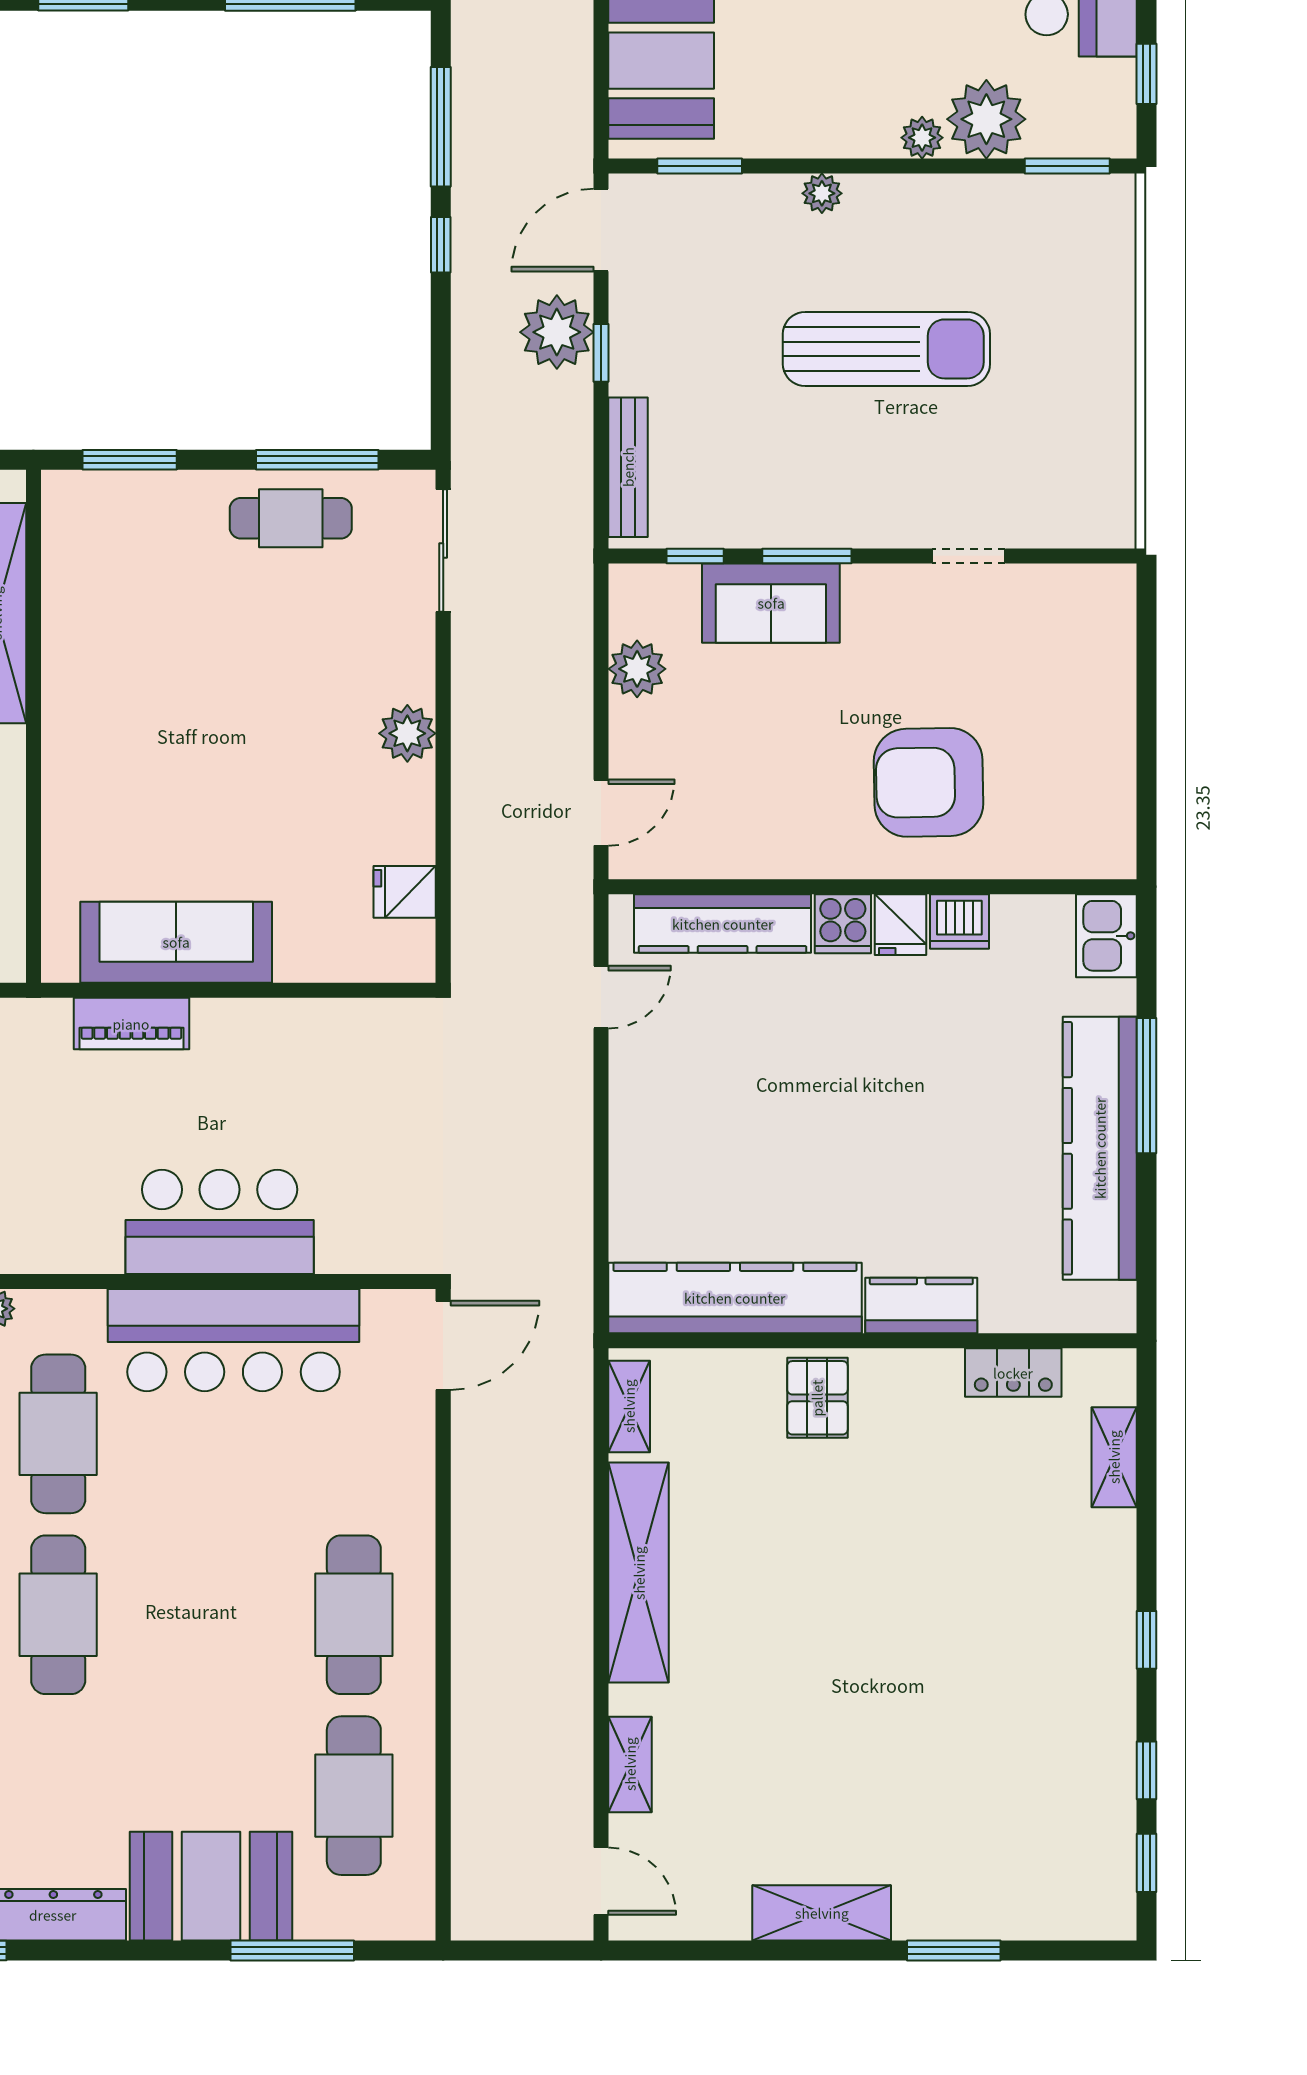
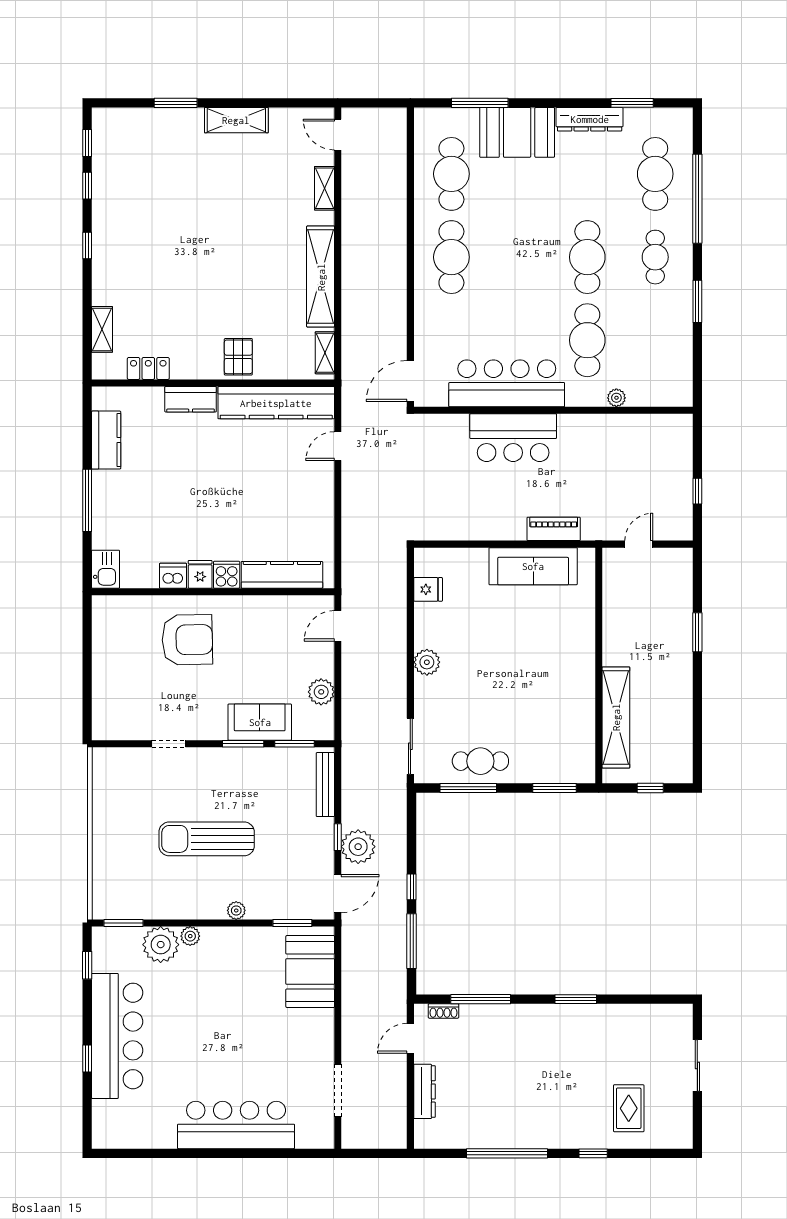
window: (695, 556) -> (295, 744), width x1.50
door: (601, 997) -> (338, 446), moved
kitchen counter: (1100, 1148) -> (106, 440), width x0.48, depth x0.86

